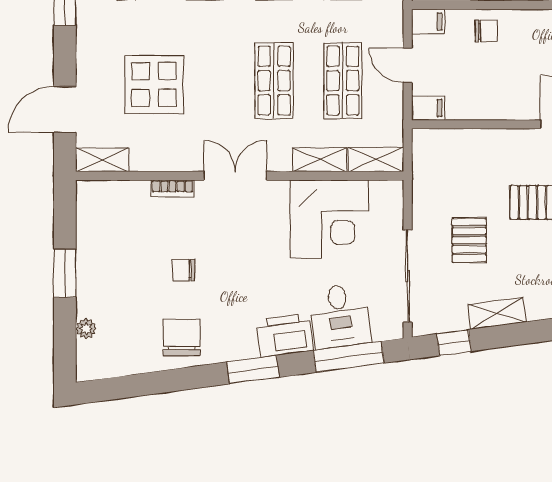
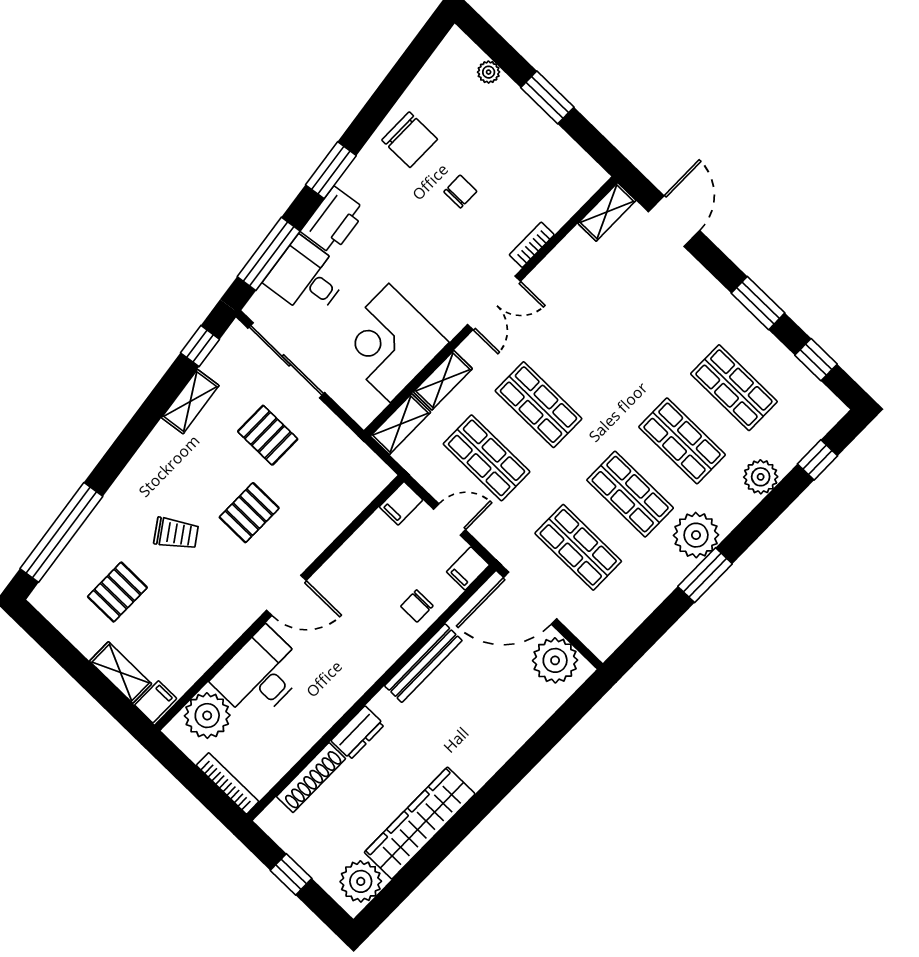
display table: (154, 85) -> (626, 309), removed

